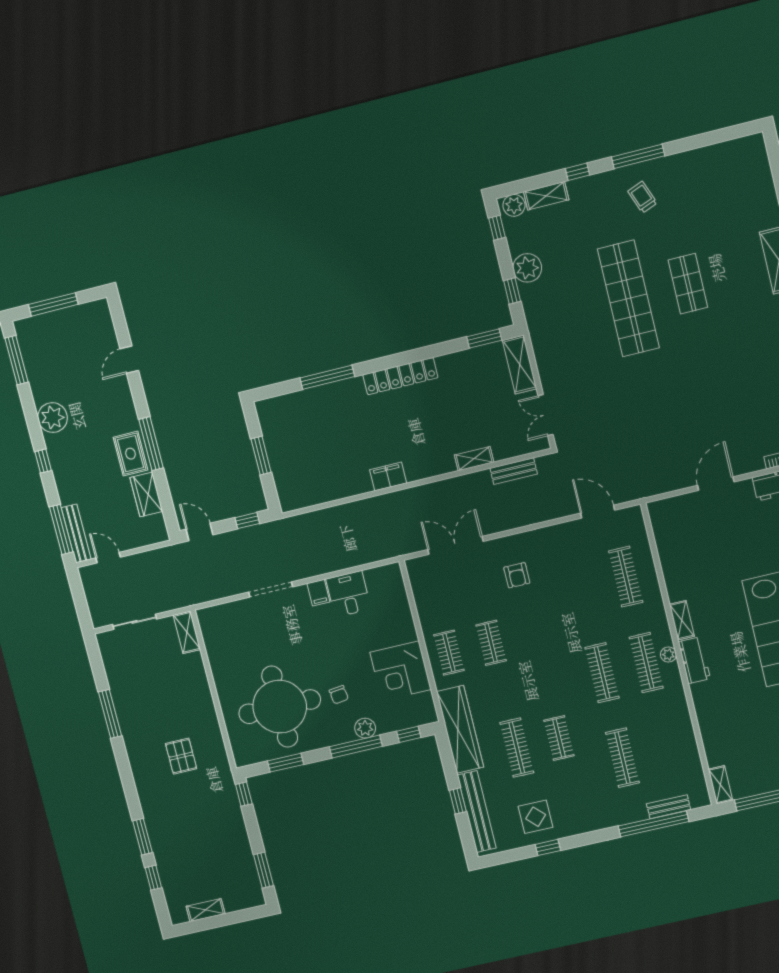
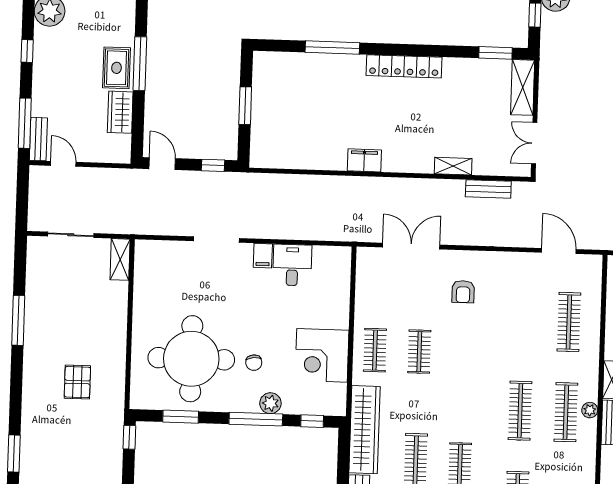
bench: (76, 533) -> (38, 139), width x0.73

